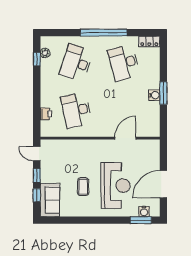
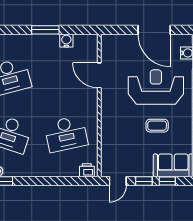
water cooler: (154, 95) -> (66, 41), moved
printer: (46, 114) -> (87, 170), moved

